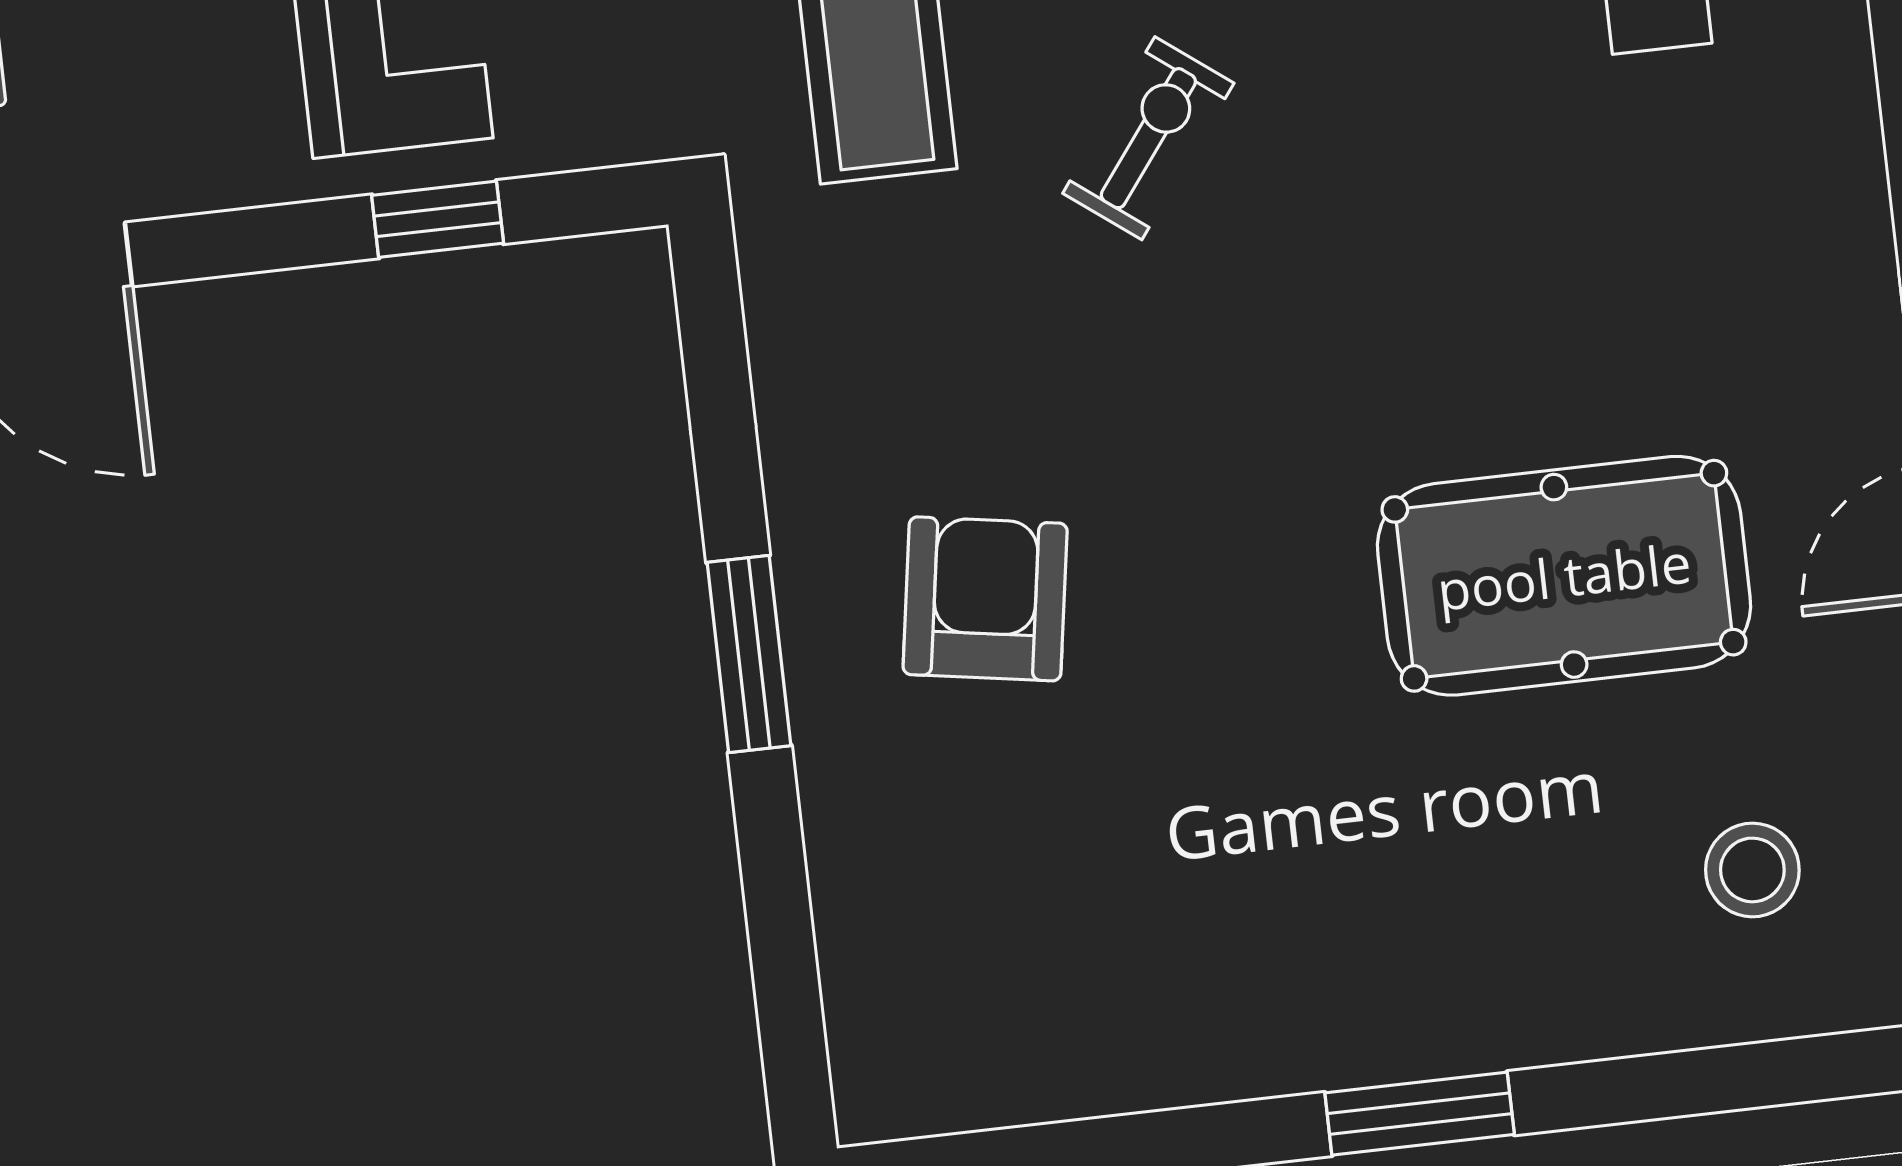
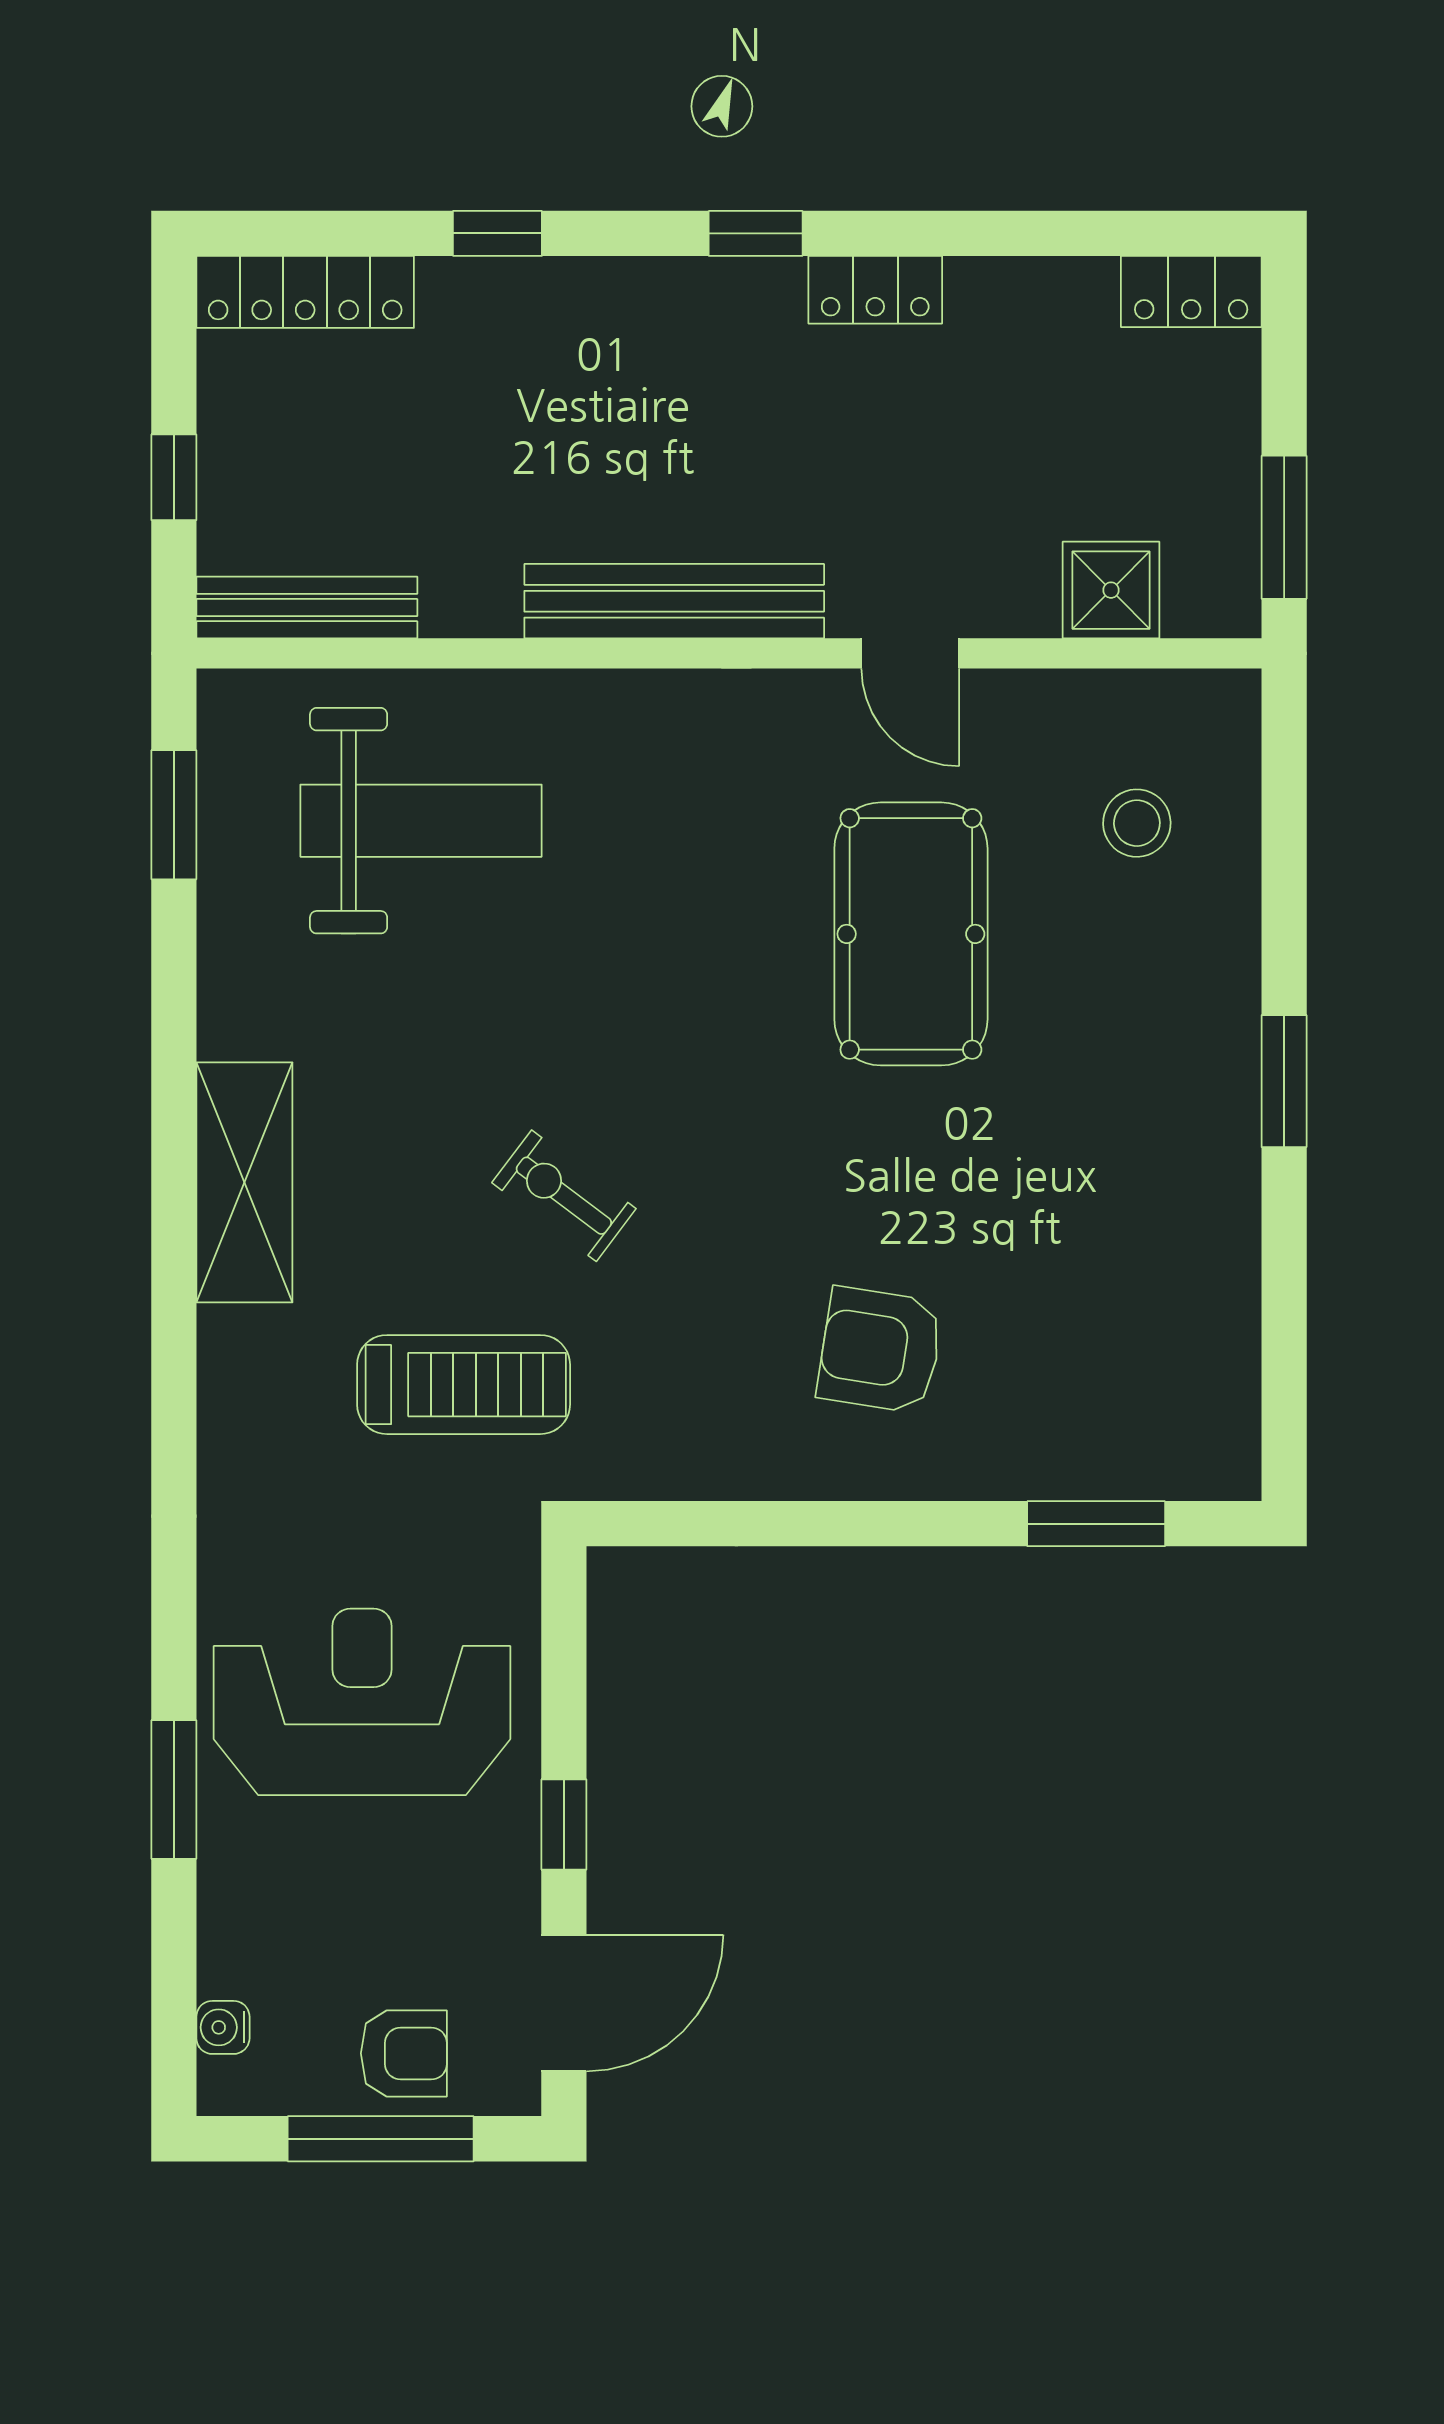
window: (438, 219) -> (564, 1824), moved
window: (749, 654) -> (1096, 1524), moved

